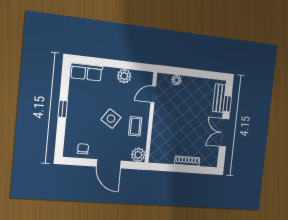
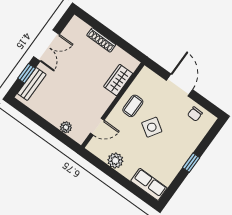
wardrobe: (158, 139) -> (118, 80), added
plant: (138, 155) -> (146, 76), removed

